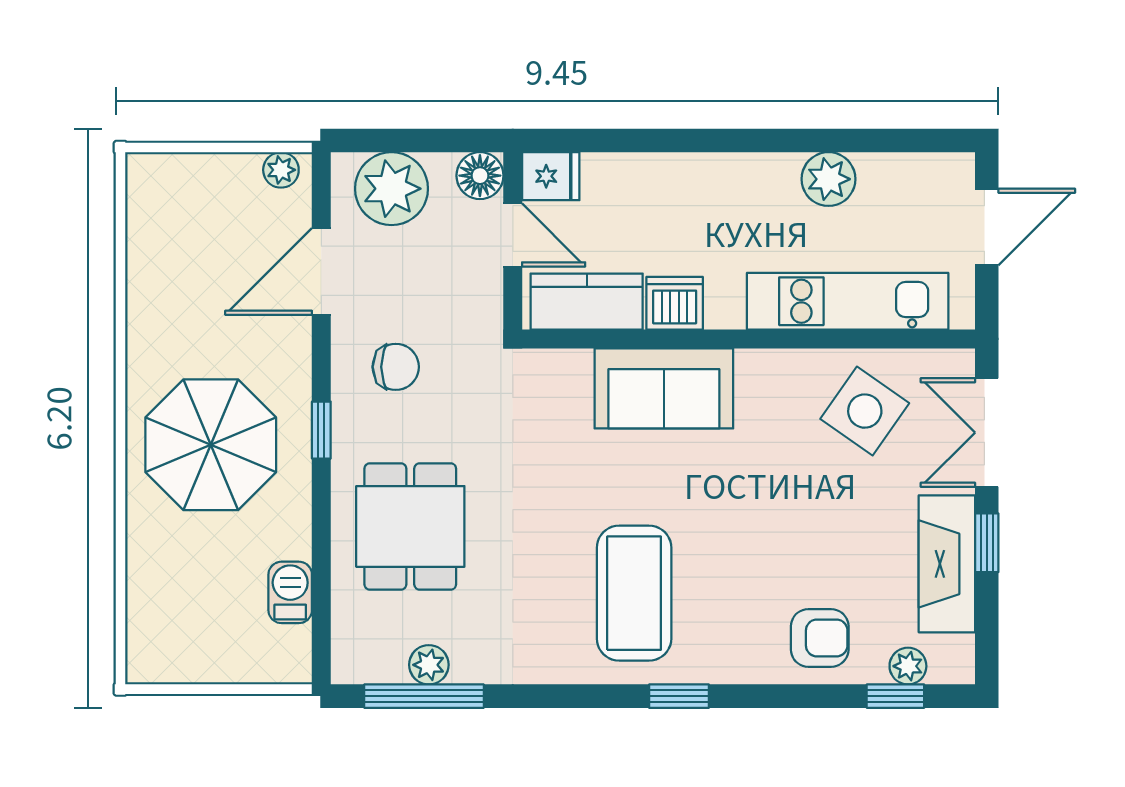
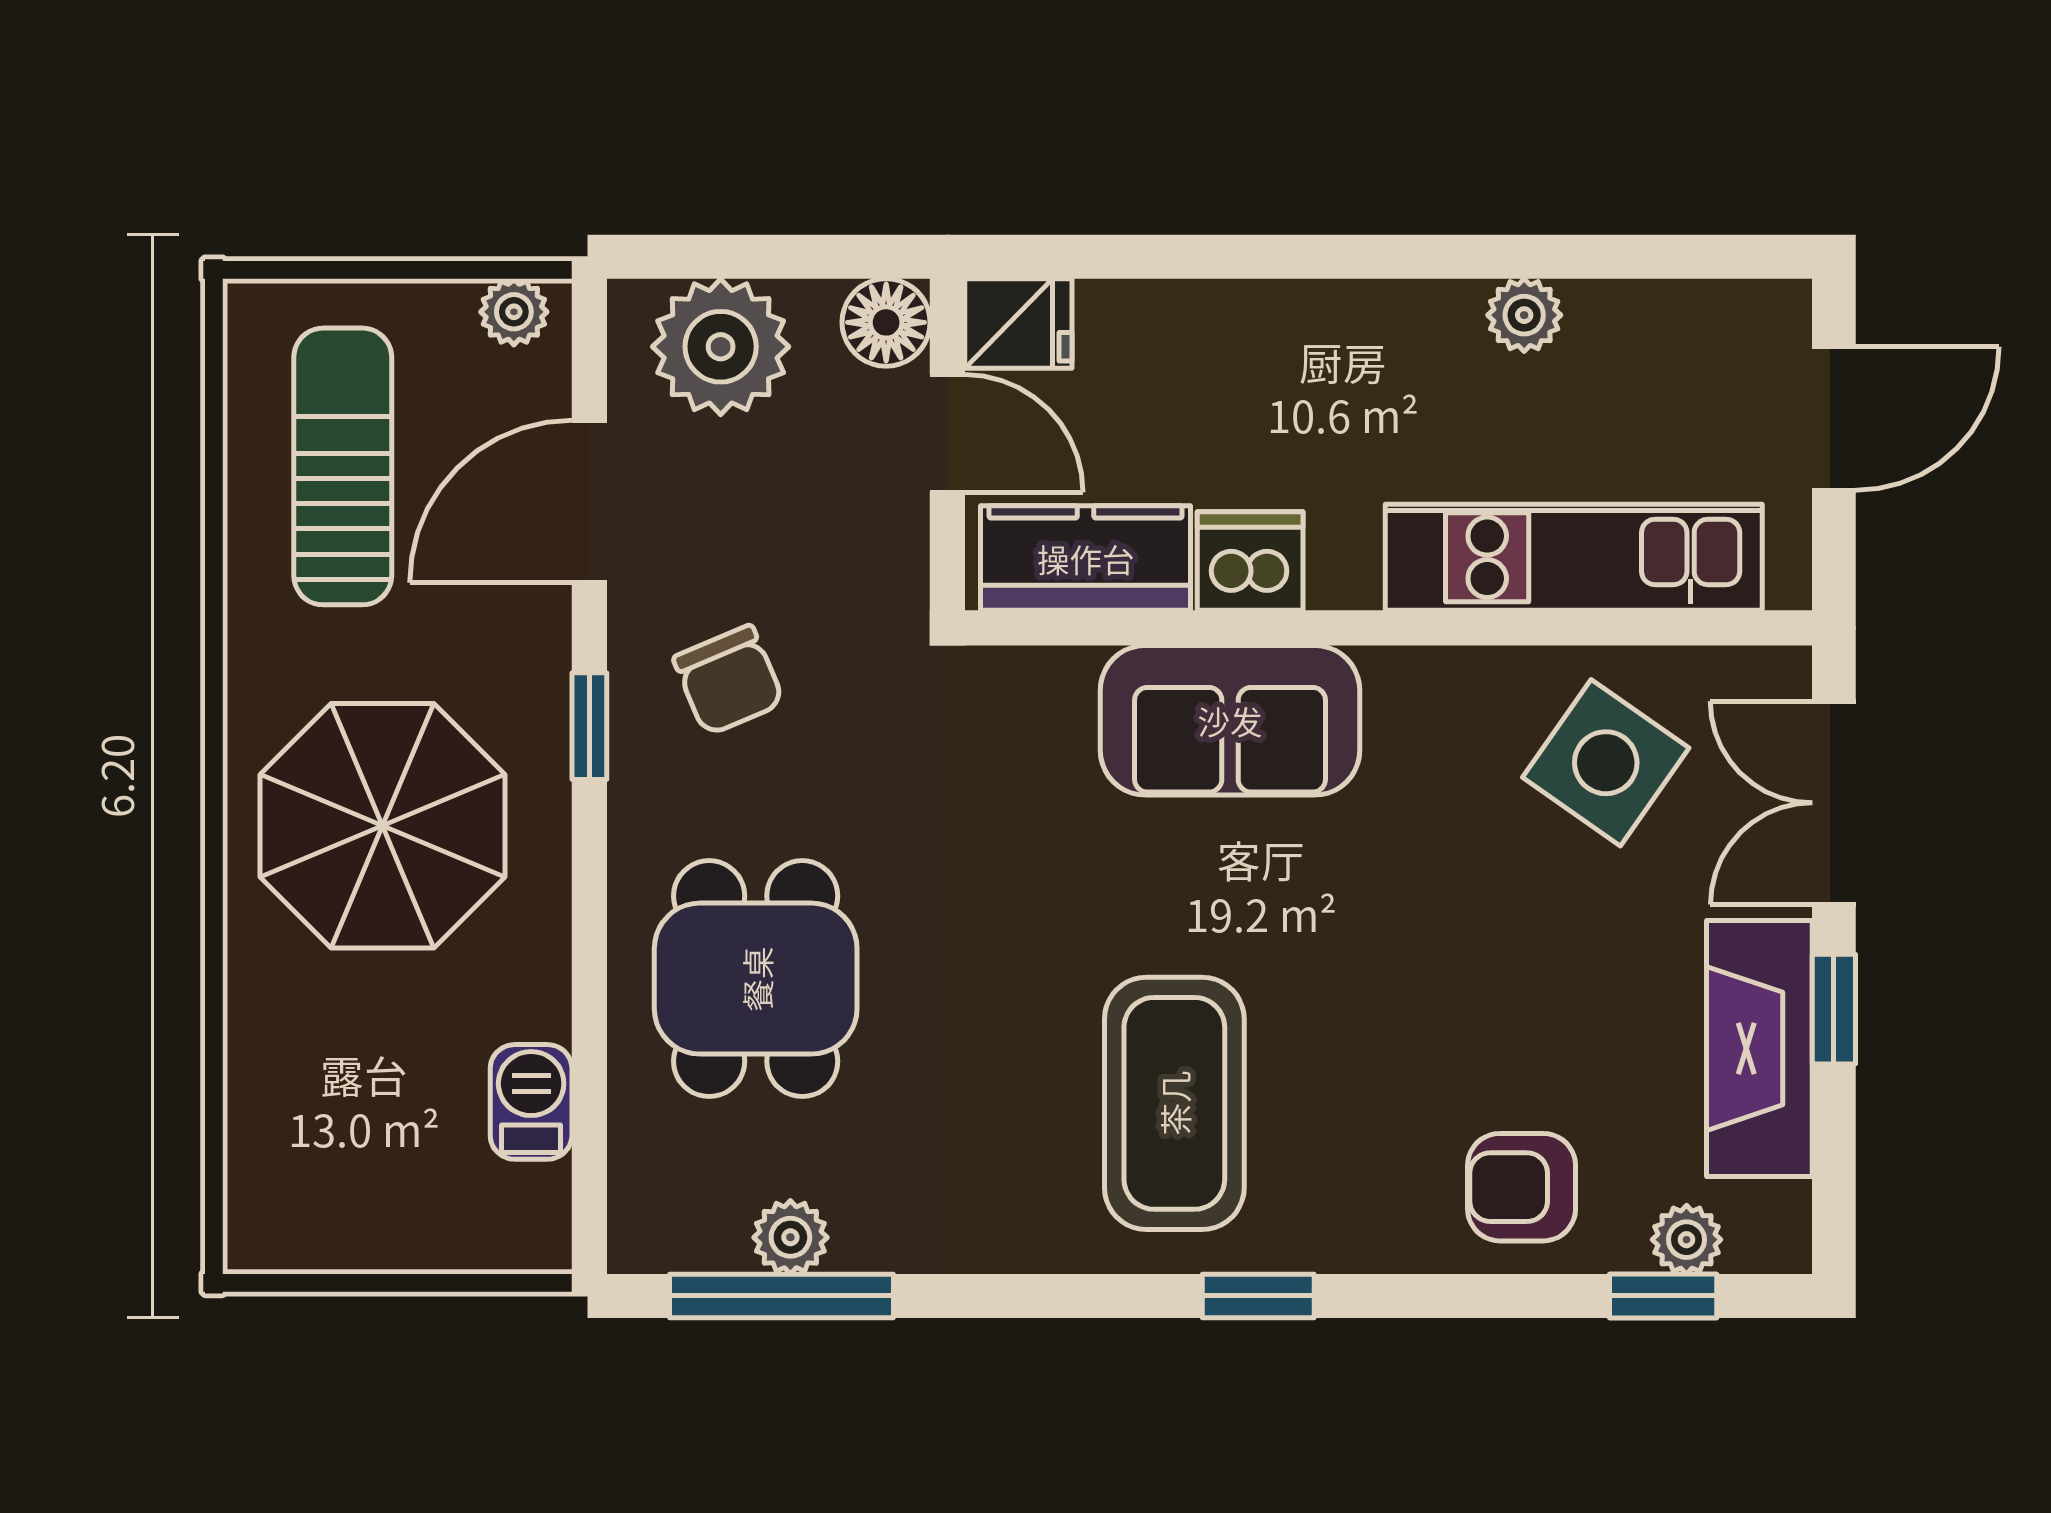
plant: (828, 179) -> (1524, 315), width x0.73, depth x0.73
sun lounger: (189, 253) -> (343, 466), added
chair: (396, 367) -> (729, 680), turned 67
window: (321, 430) -> (589, 726), moved
armchair: (820, 638) -> (1522, 1187), turned 180

